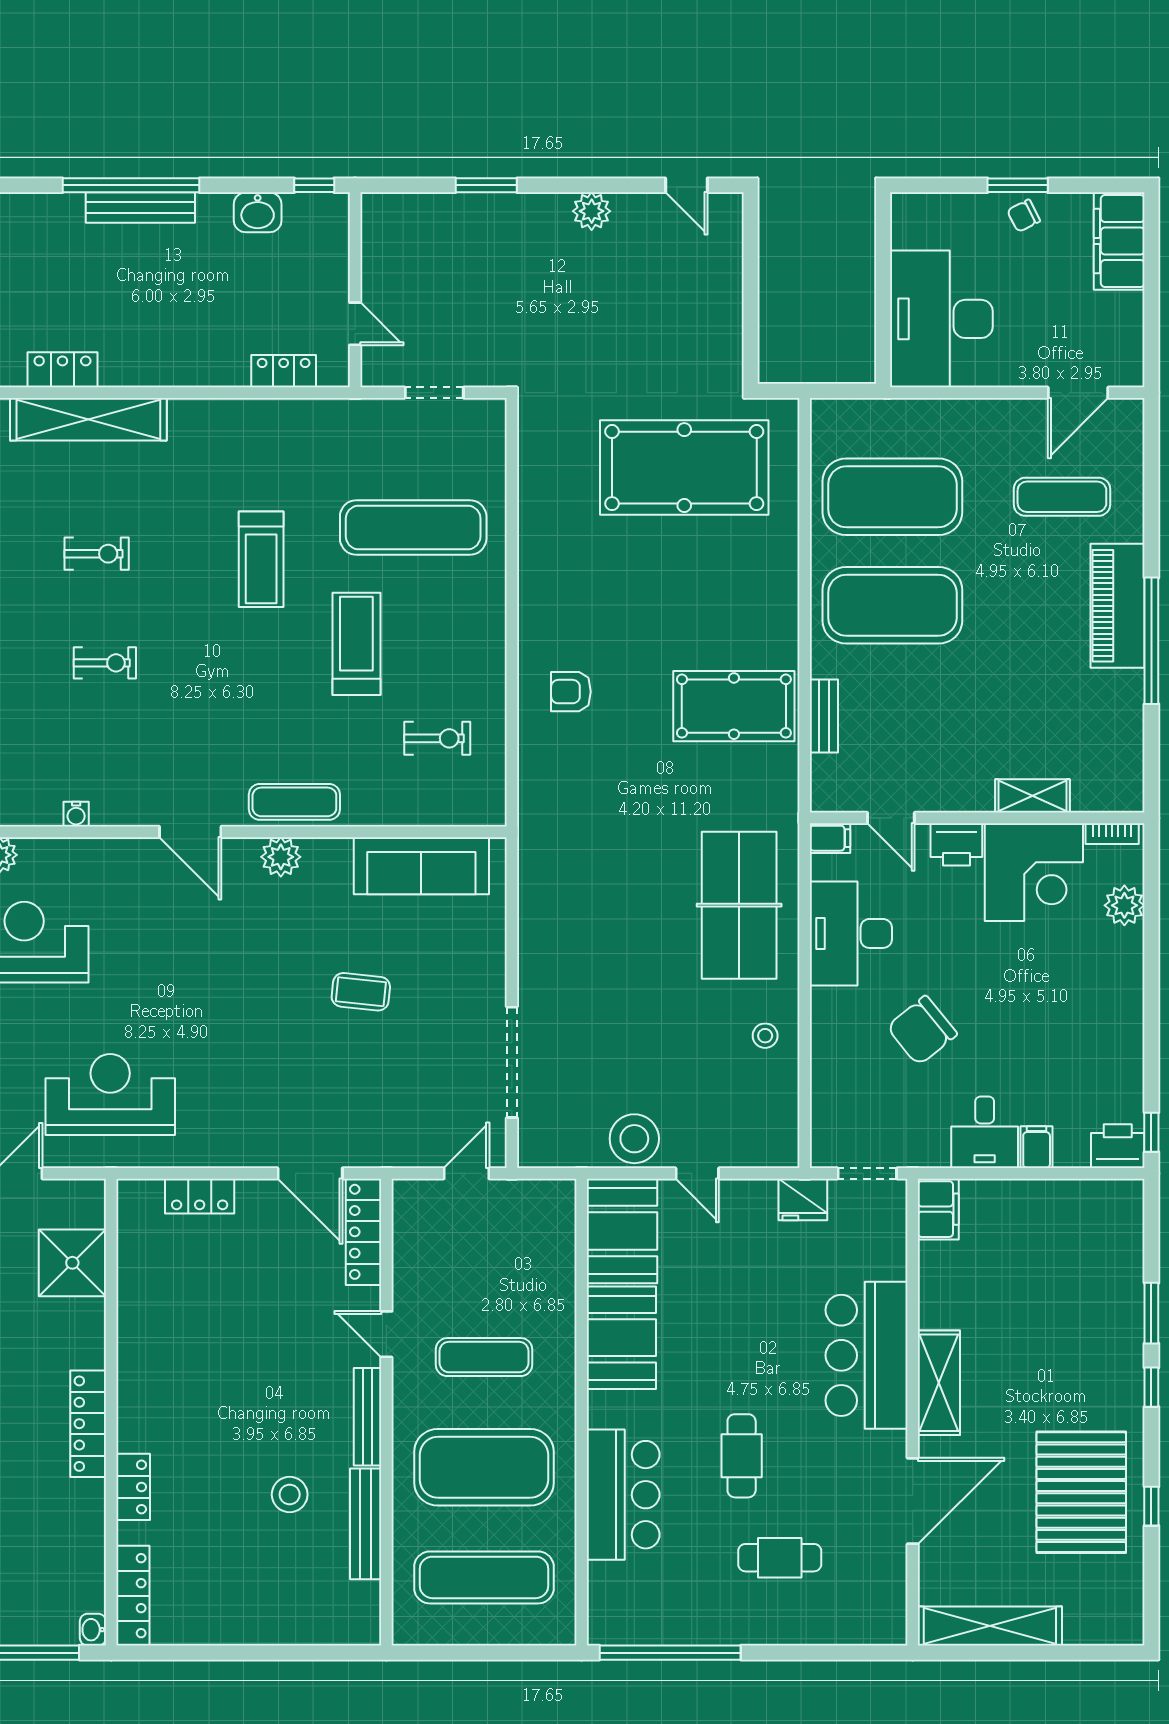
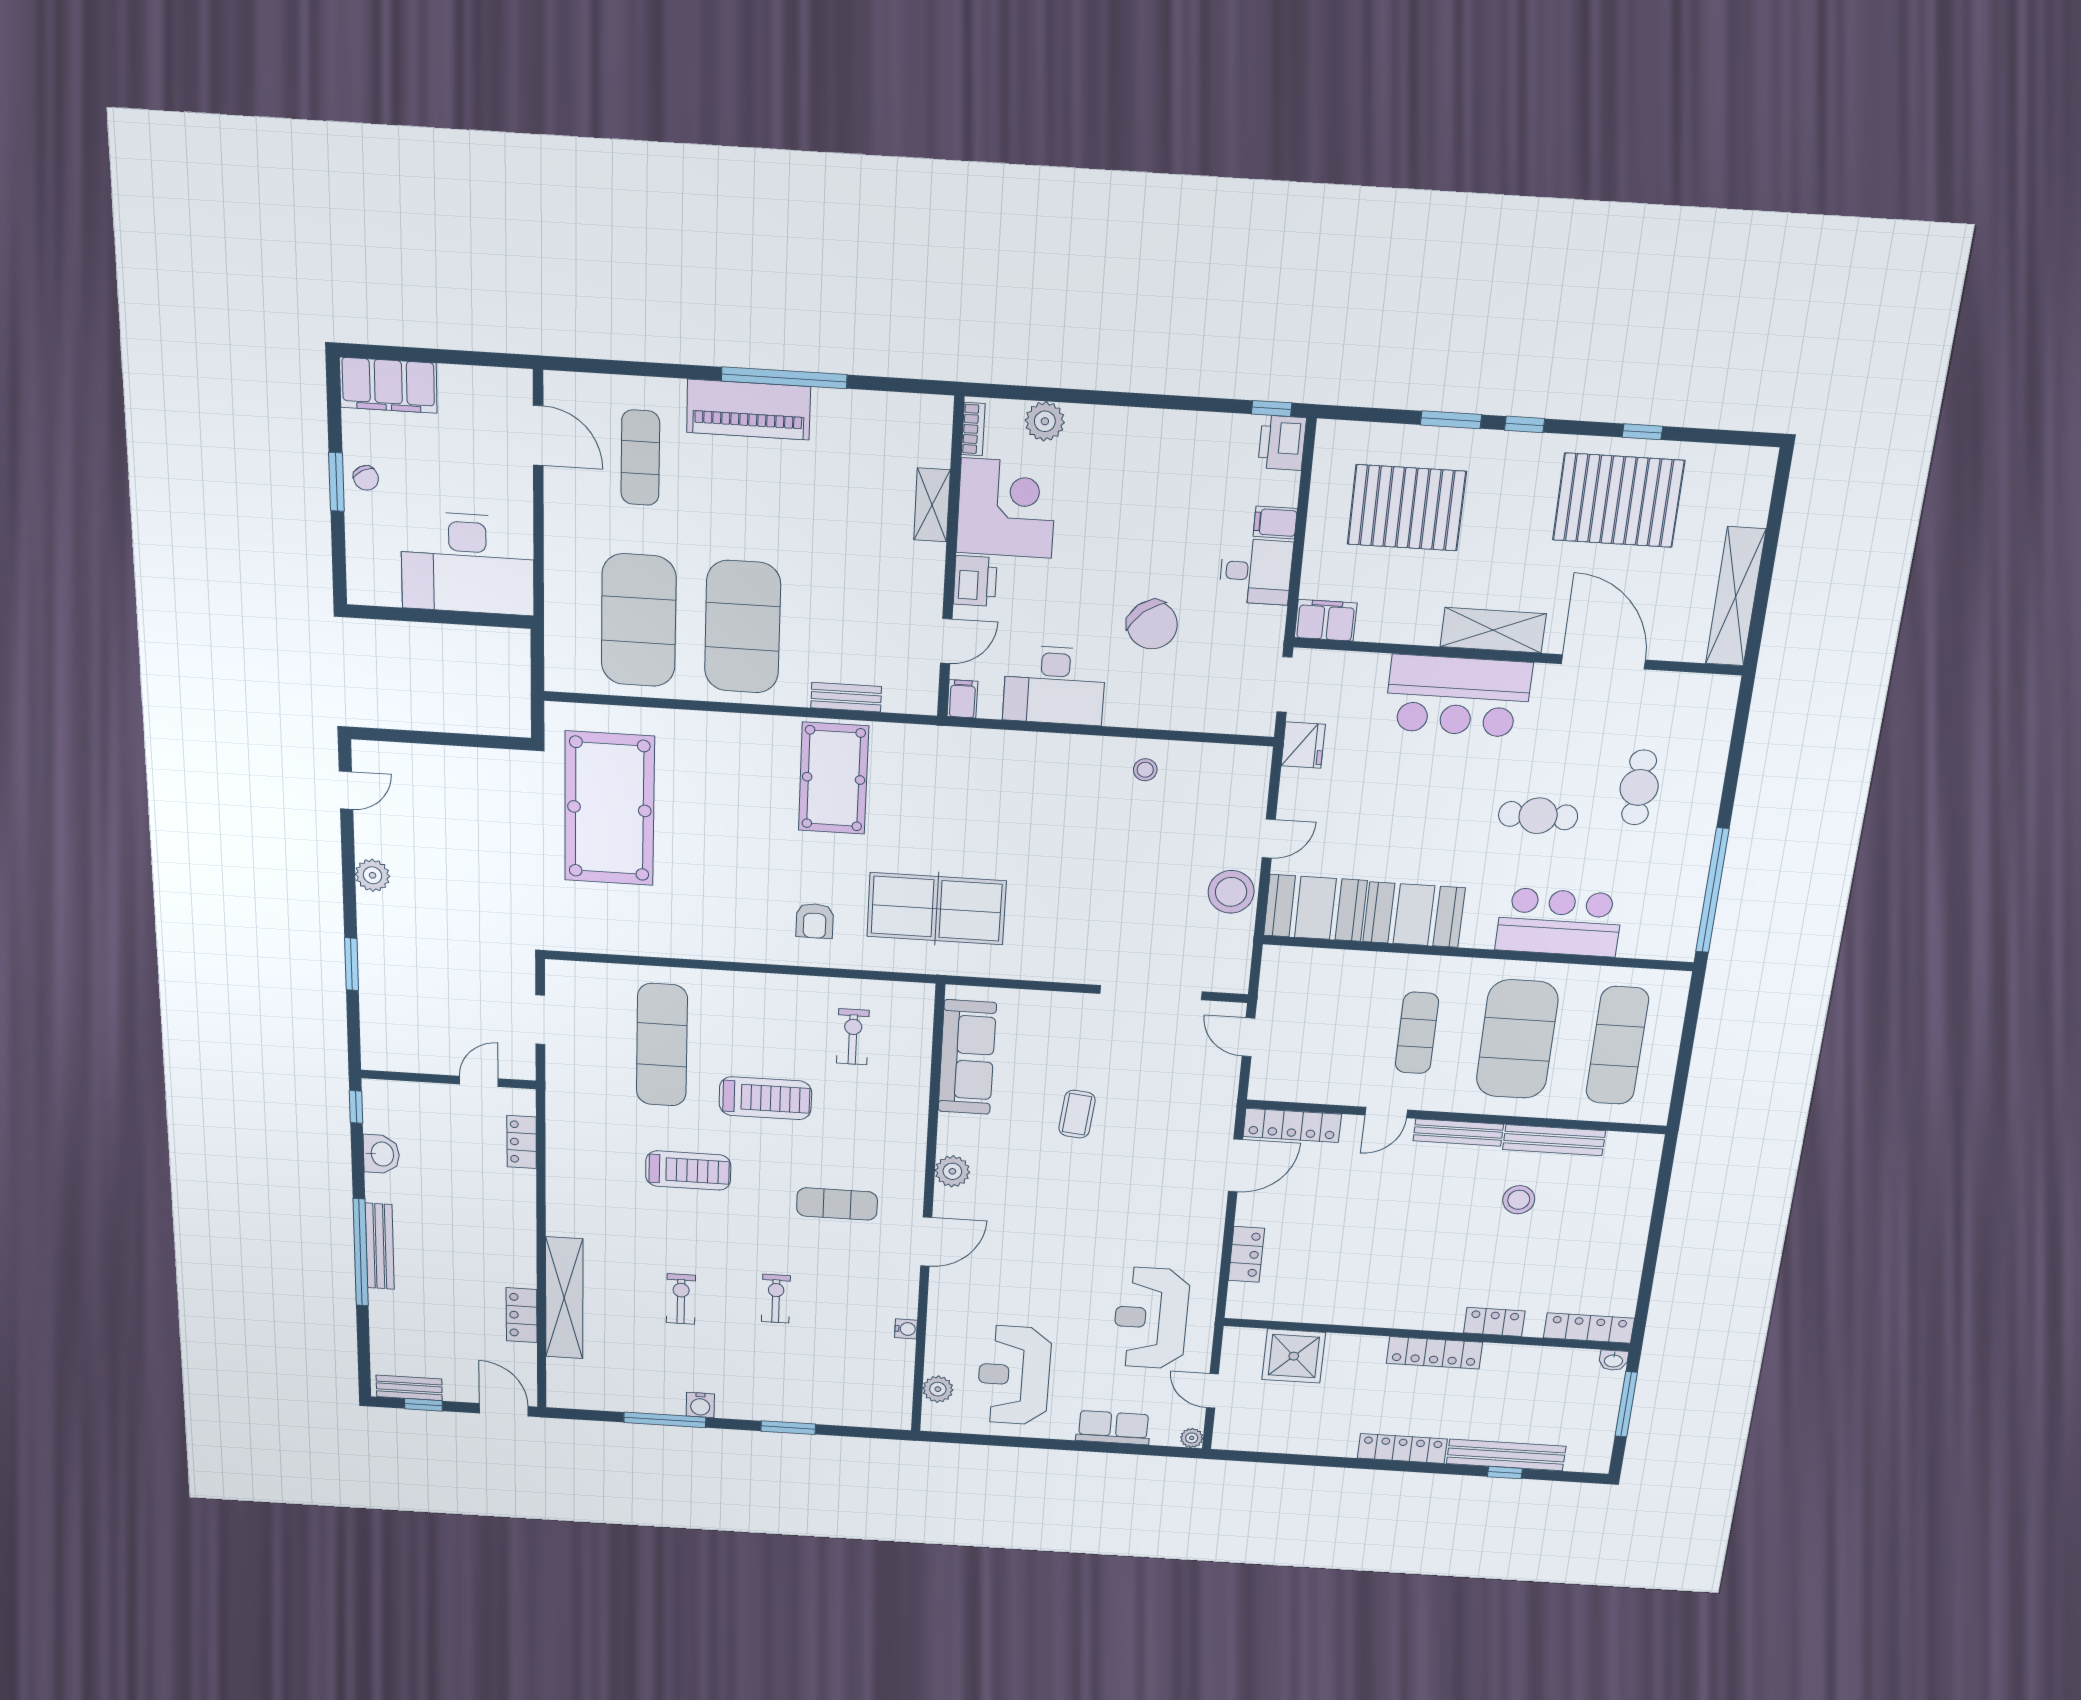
treadmill: (356, 644) -> (765, 1098), turned 180
exercise mat: (294, 802) -> (837, 1204), moved, turned 90
table tennis table: (739, 905) -> (937, 909), moved
pallet: (1060, 1279) -> (1407, 508), added

